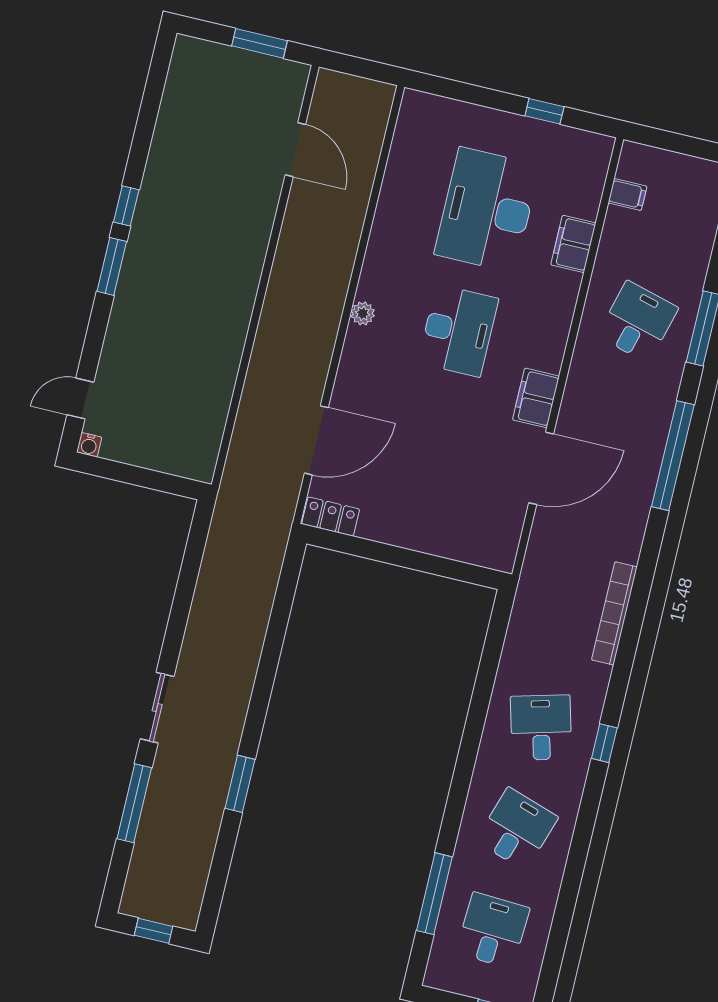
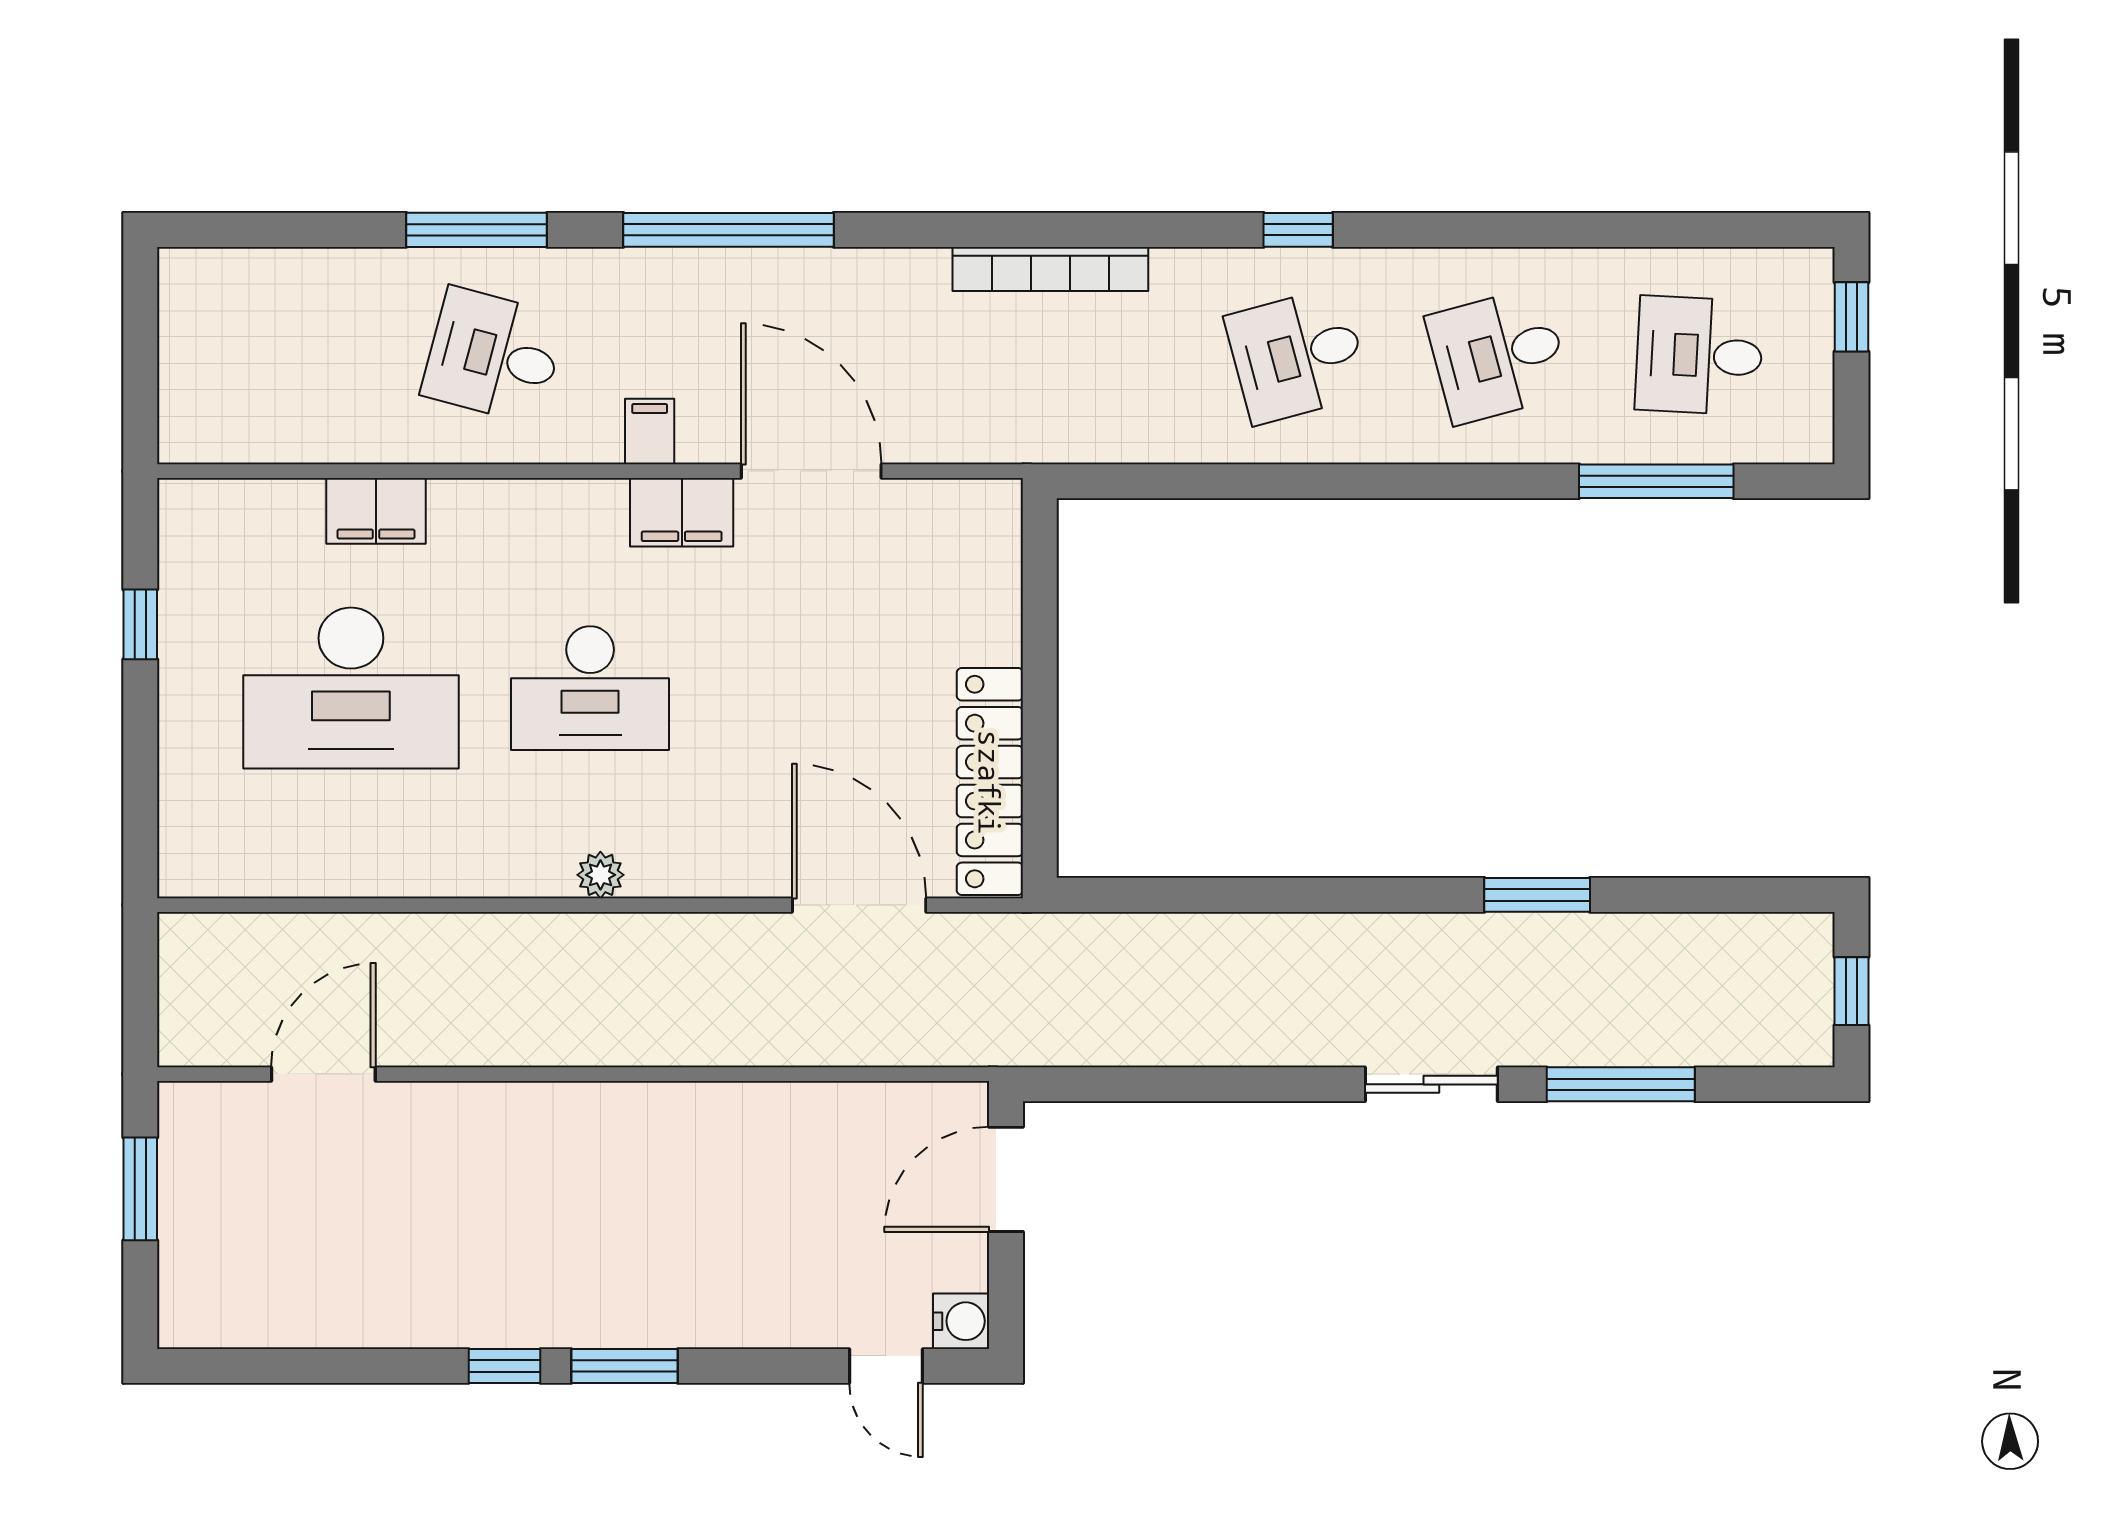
filing cabinet: (627, 195) -> (650, 432), moved
desk: (458, 331) -> (590, 688), turned 180
water cooler: (89, 445) -> (961, 1321), width x1.38, depth x1.38
door: (160, 481) -> (1006, 1179), added
locker: (331, 517) -> (990, 782), width x2.16, depth x1.21
desk: (517, 829) -> (1498, 356), turned -33

